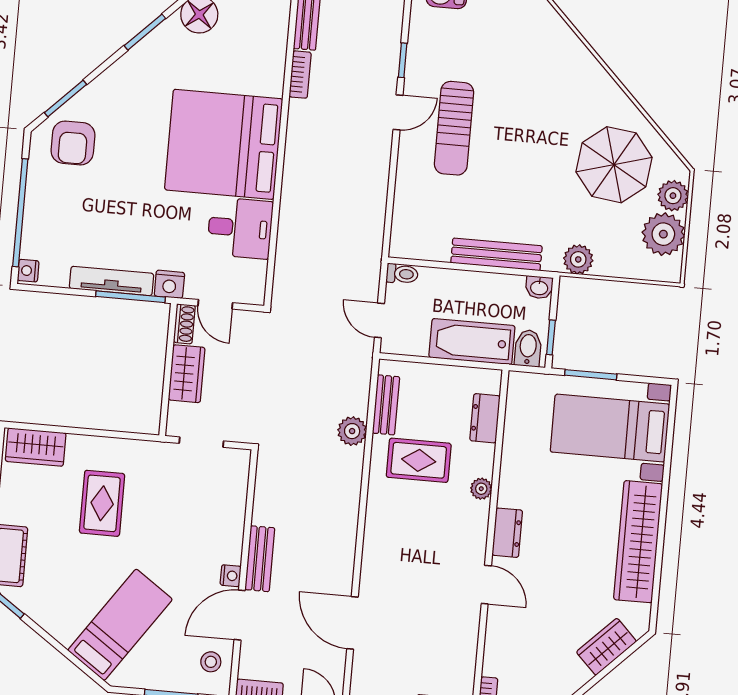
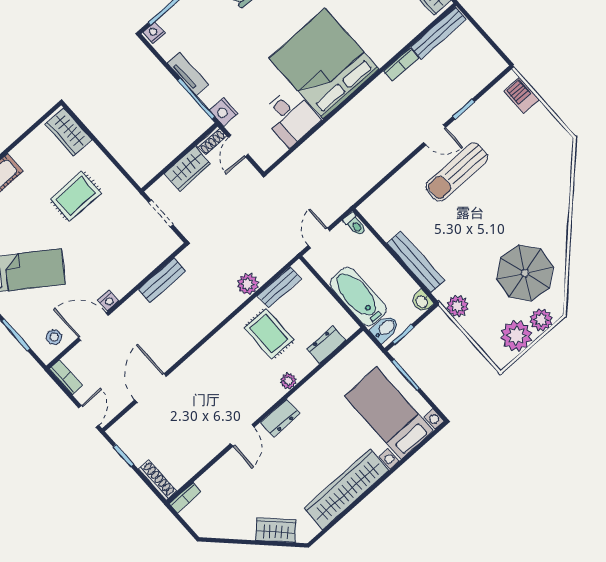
tv unit: (112, 281) -> (188, 74), width x0.71
bench: (260, 559) -> (162, 280), moved

